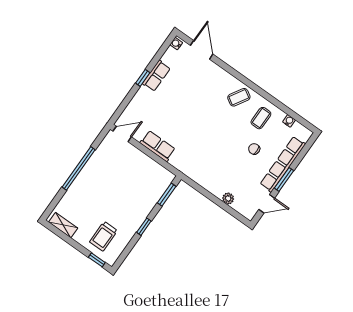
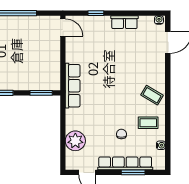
window: (143, 78) -> (96, 13), moved
row of seats: (158, 146) -> (73, 86), moved, width x1.48
window: (284, 179) -> (133, 172), moved
plant: (228, 199) -> (75, 141), width x1.87, depth x1.87

